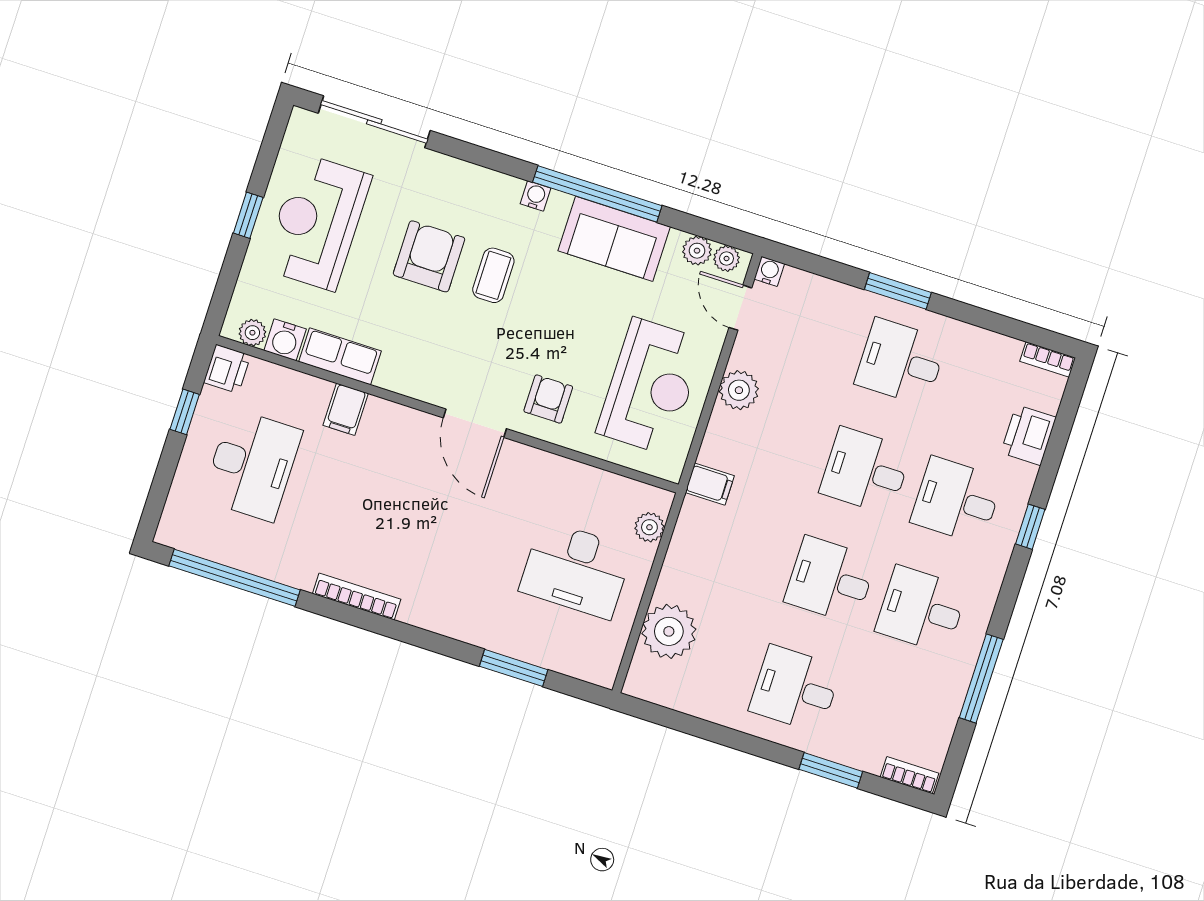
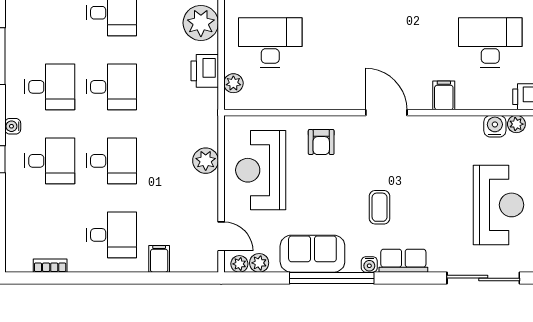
armchair: (429, 256) -> (423, 206), removed
water cooler: (769, 271) -> (13, 126), moved, turned 90
window: (898, 291) -> (127, 278), removed
row of seats: (340, 356) -> (403, 261), moved, turned 180
bookcase: (1048, 359) -> (50, 266), moved
plant: (739, 390) -> (206, 161), moved
door: (475, 423) -> (386, 113), moved
printer: (1028, 435) -> (205, 71), moved, turned 180
desk: (252, 465) -> (490, 43), turned 90
filing cabinet: (710, 484) -> (159, 259), moved, turned 90

